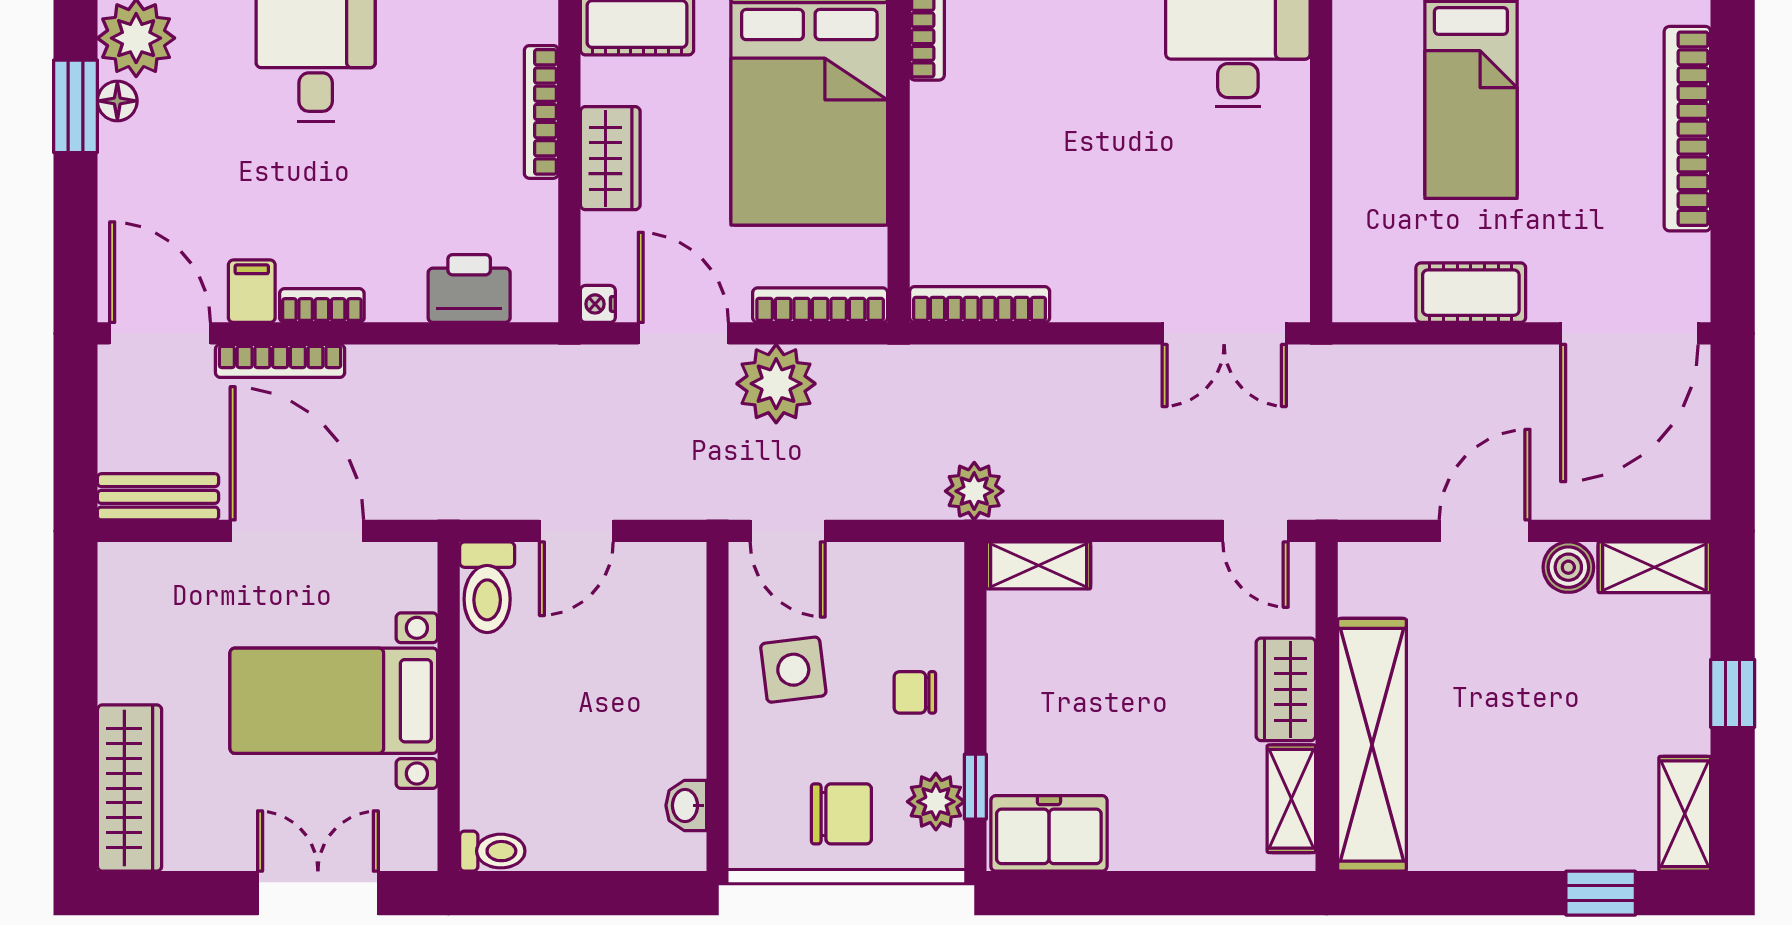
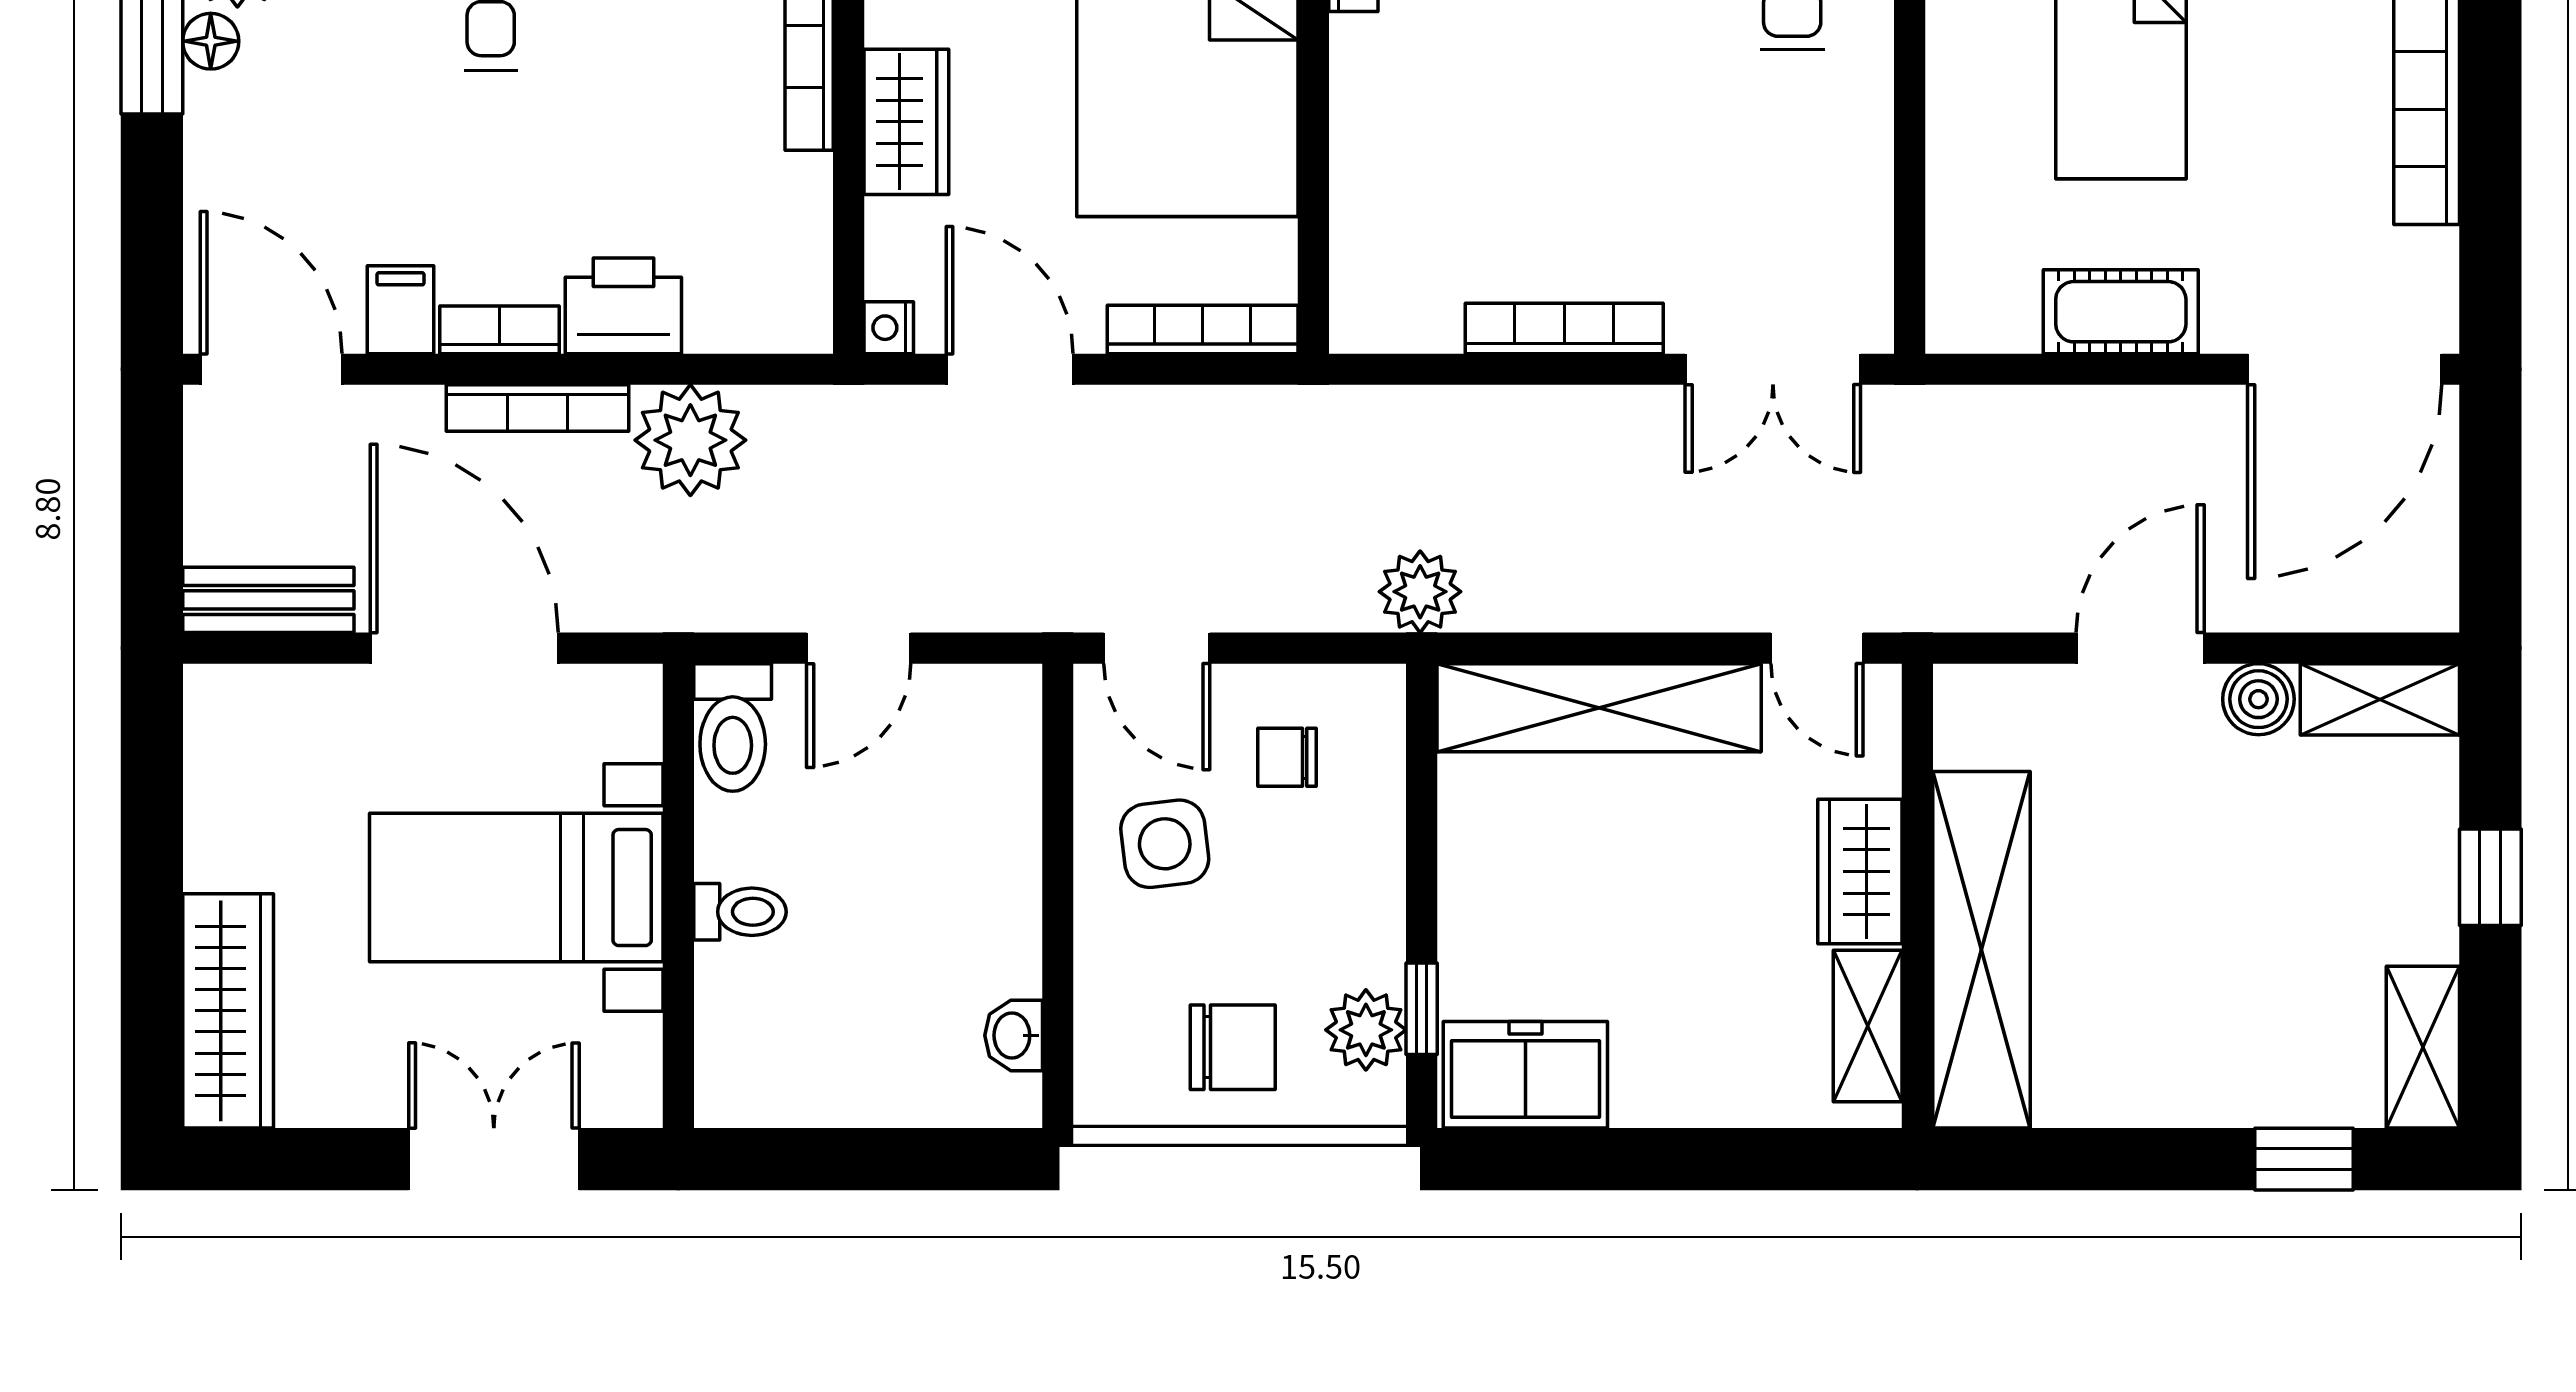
printer: (469, 288) -> (623, 306), moved
bookcase: (980, 305) -> (1564, 328), moved
bookcase: (280, 361) -> (538, 408), moved
plant: (776, 384) -> (690, 440), moved
shelving: (1039, 565) -> (1599, 708), width x2.20, depth x1.33
chair: (915, 692) -> (1287, 757), moved
toilet: (492, 851) -> (740, 912), moved

